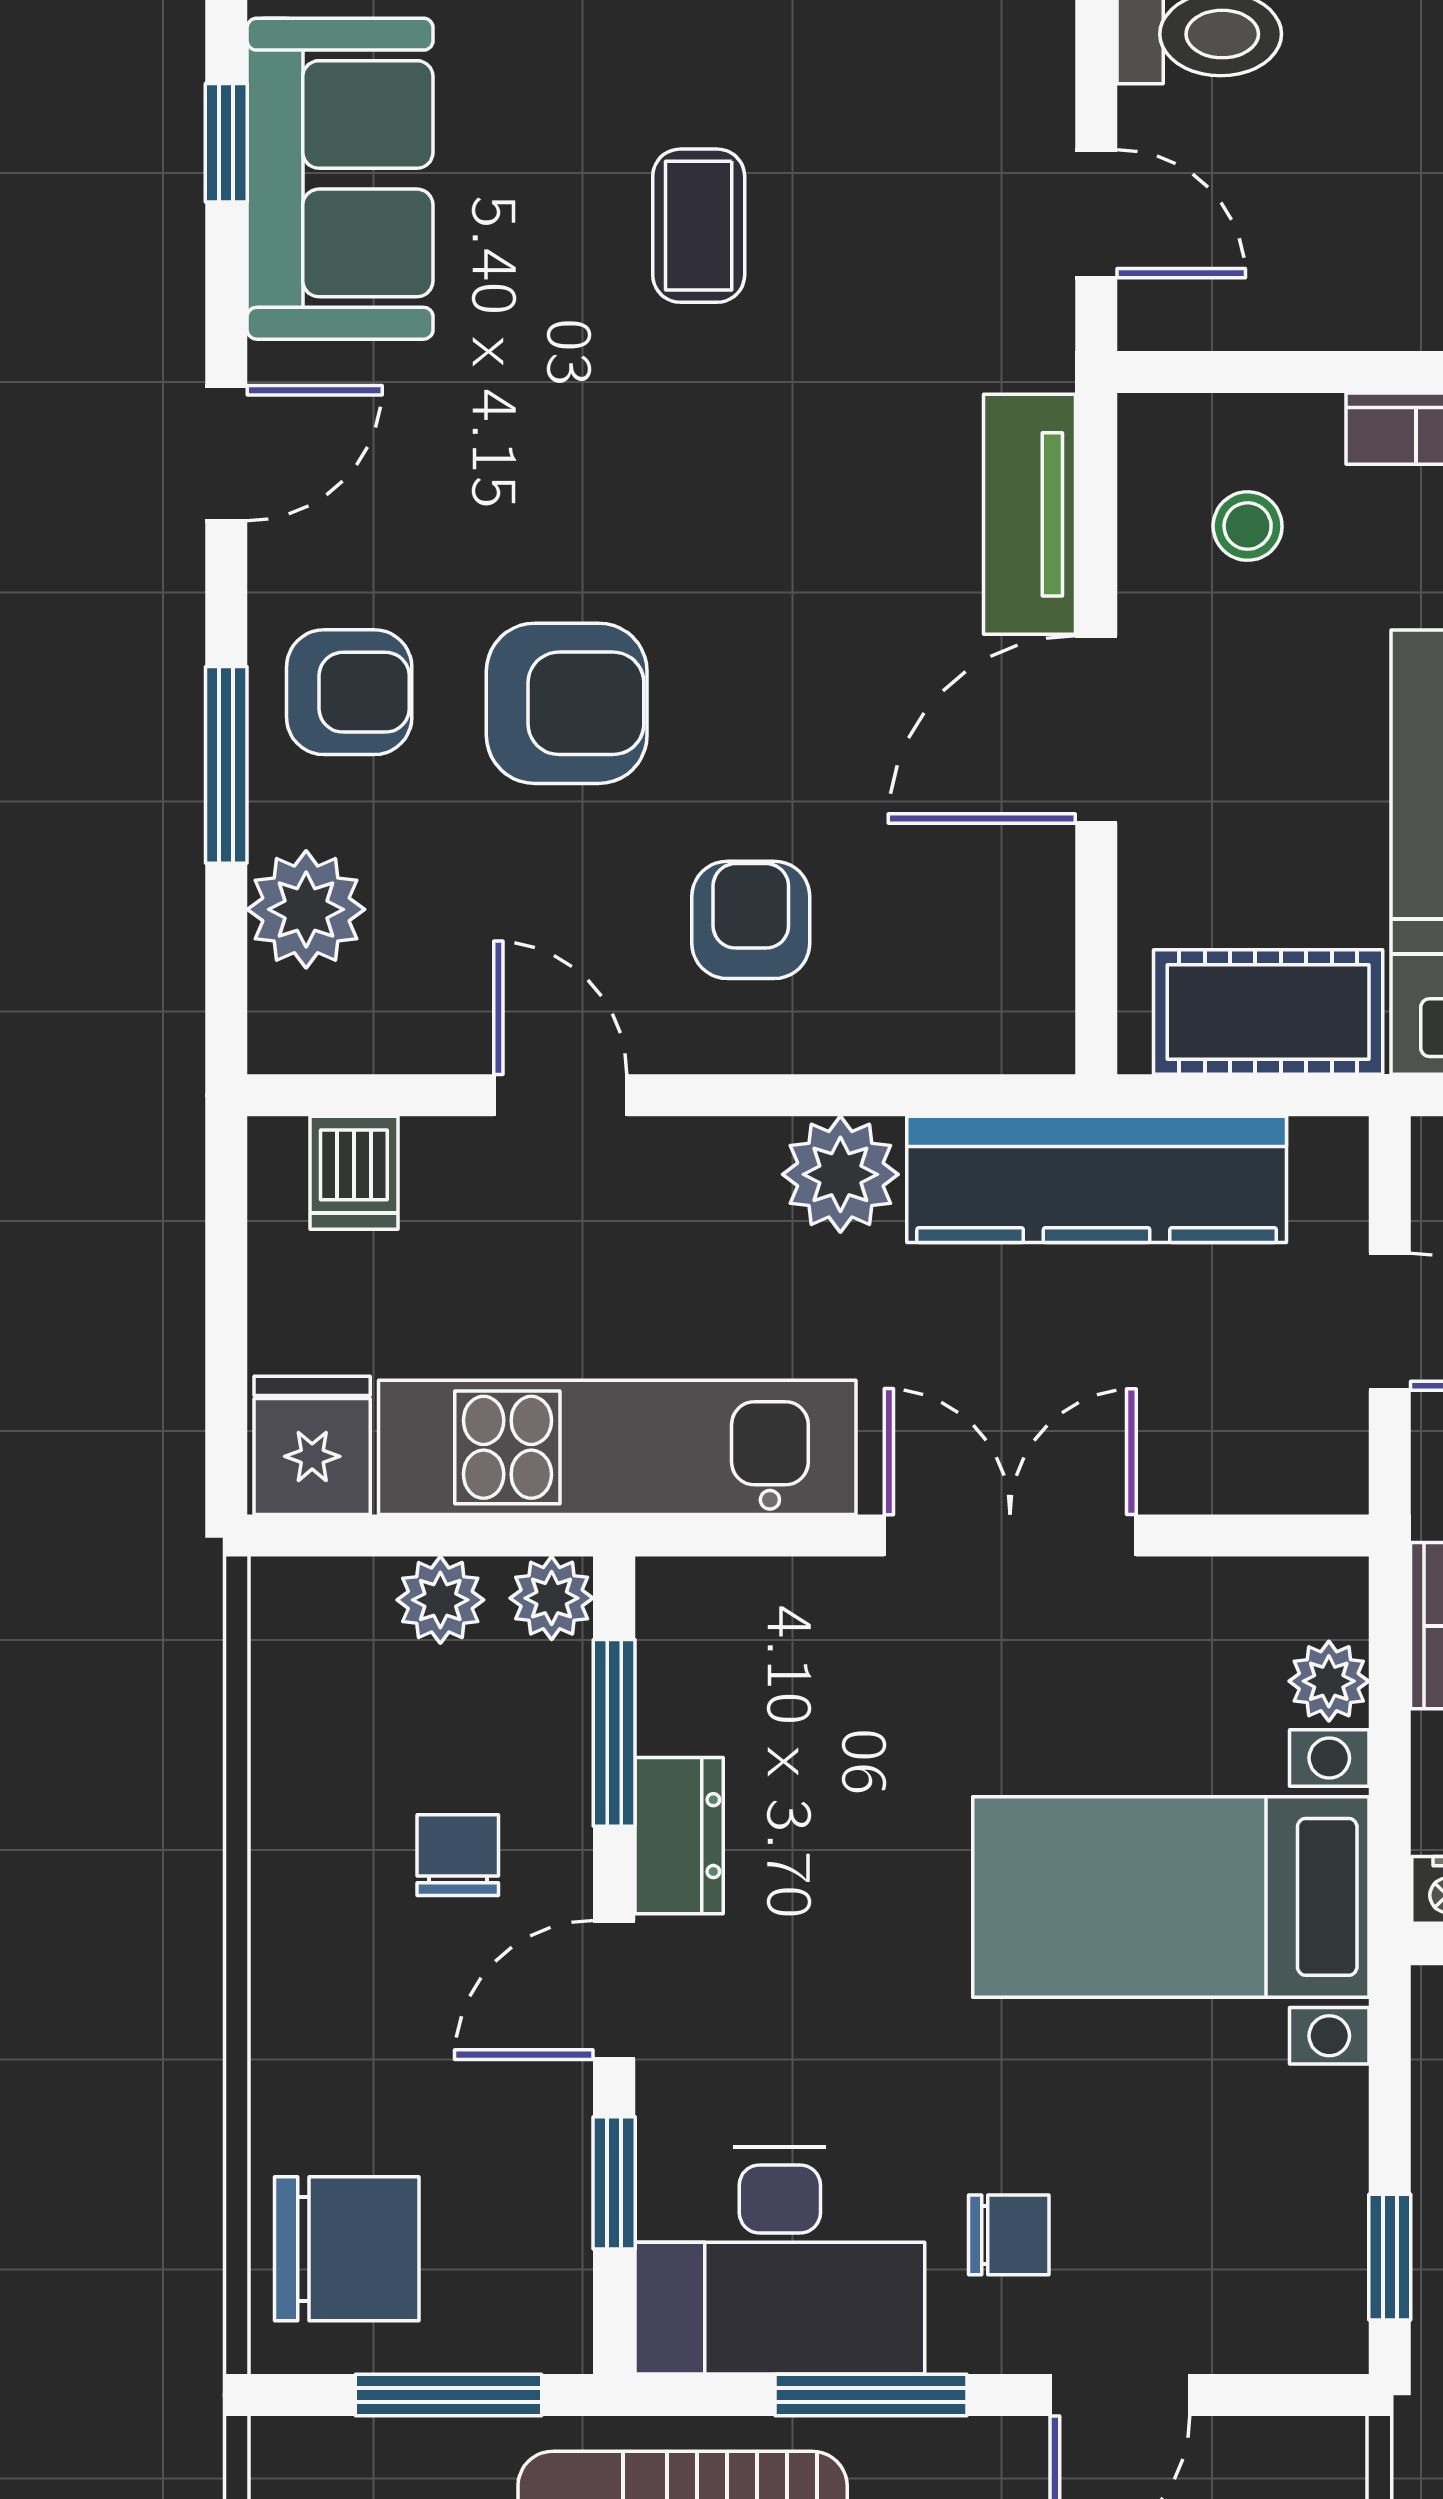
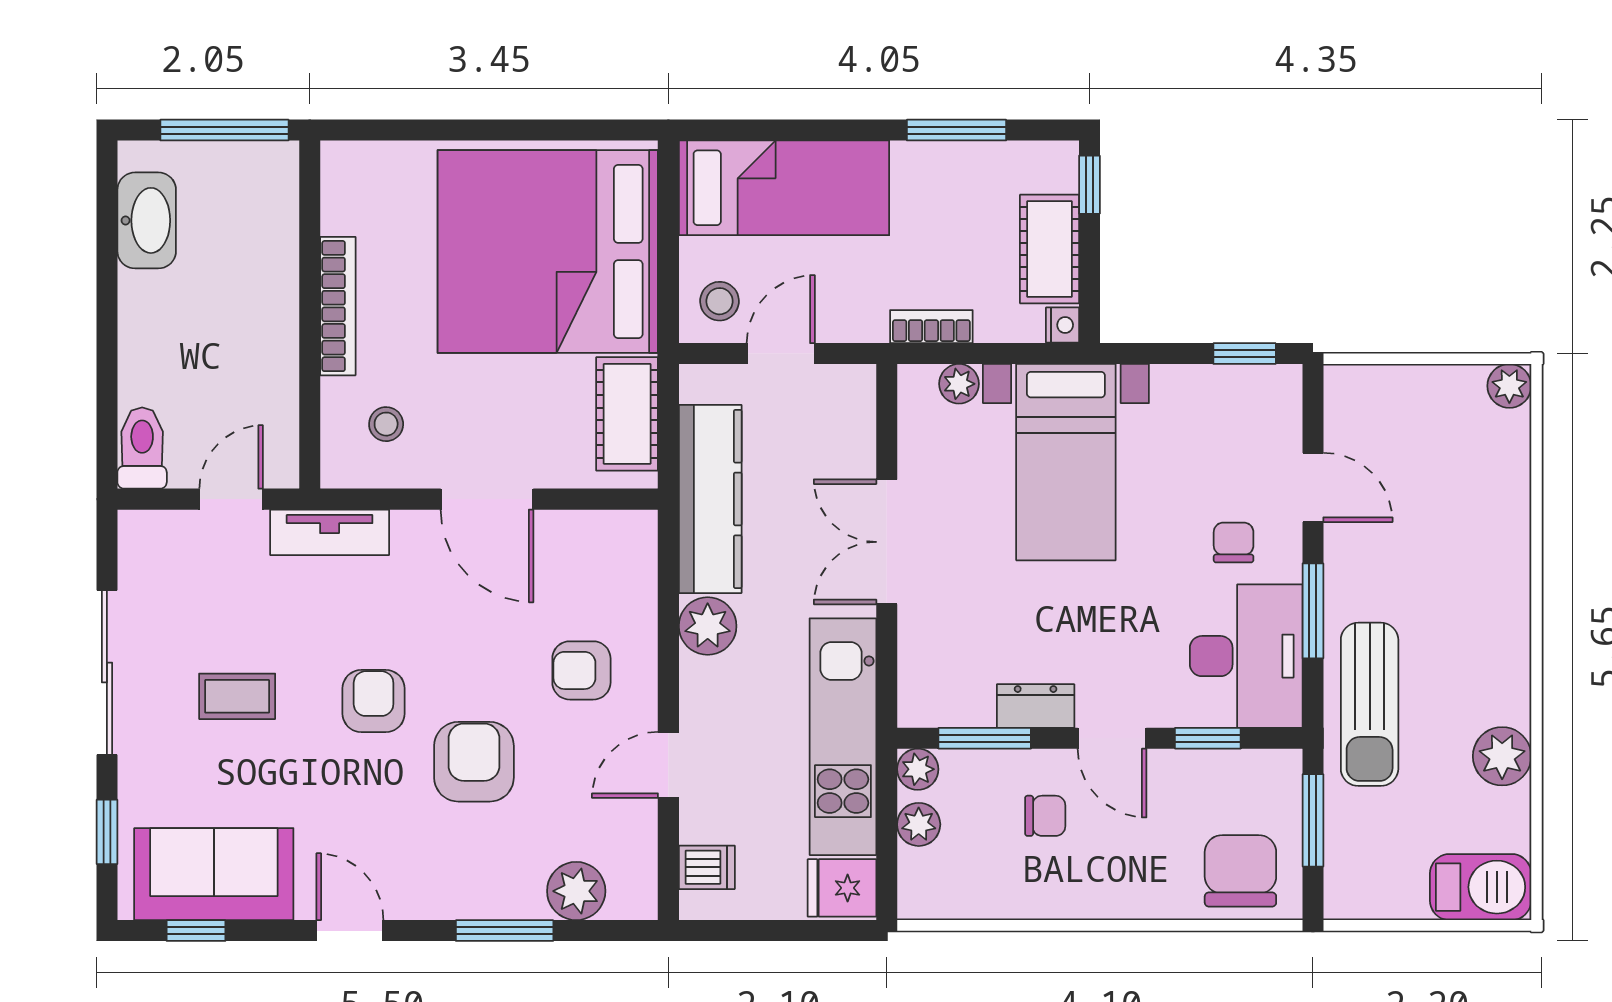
tv unit: (1029, 514) -> (330, 532), moved
armchair: (349, 692) -> (374, 701), moved
chair: (458, 1855) -> (1045, 816), turned 180

